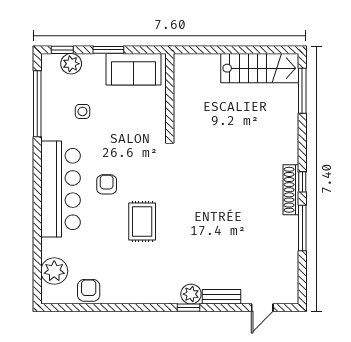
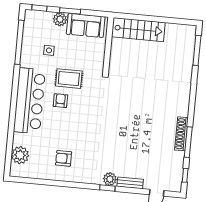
plant: (71, 64) -> (60, 19), moved
stairs: (260, 68) -> (138, 30), moved
window: (302, 182) -> (185, 175), moved
shoe rack: (291, 190) -> (181, 134), moved
rug: (142, 221) -> (69, 79), moved, turned 90
armchair: (89, 290) -> (64, 158), moved, turned -90

